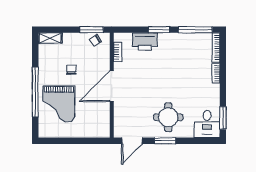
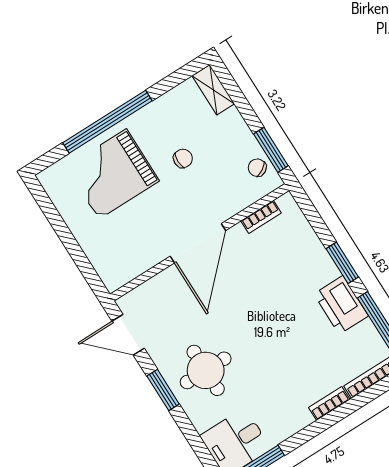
printer: (145, 42) -> (341, 305), moved
door: (112, 86) -> (198, 243), swing flipped

